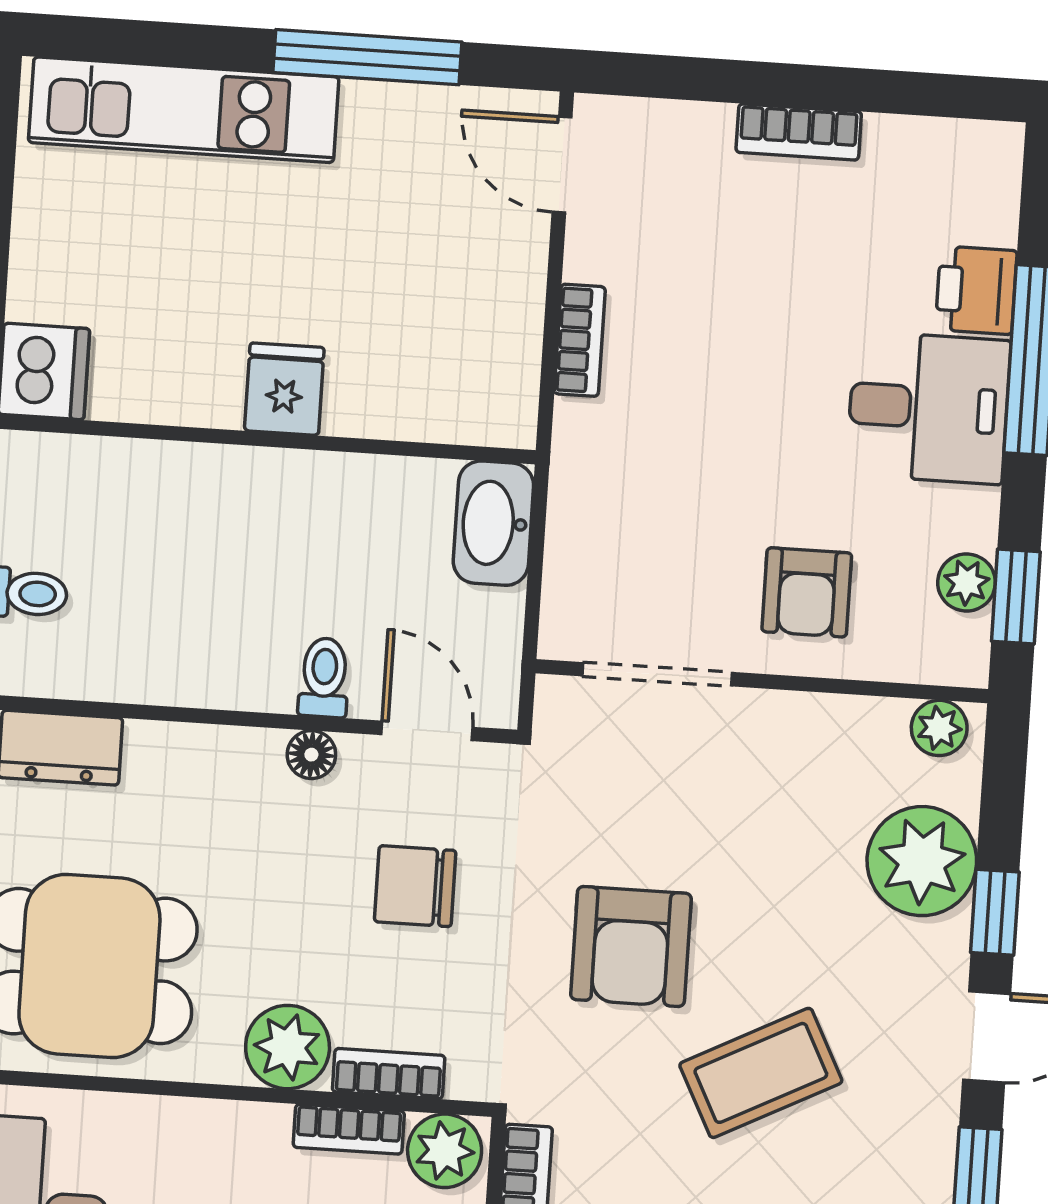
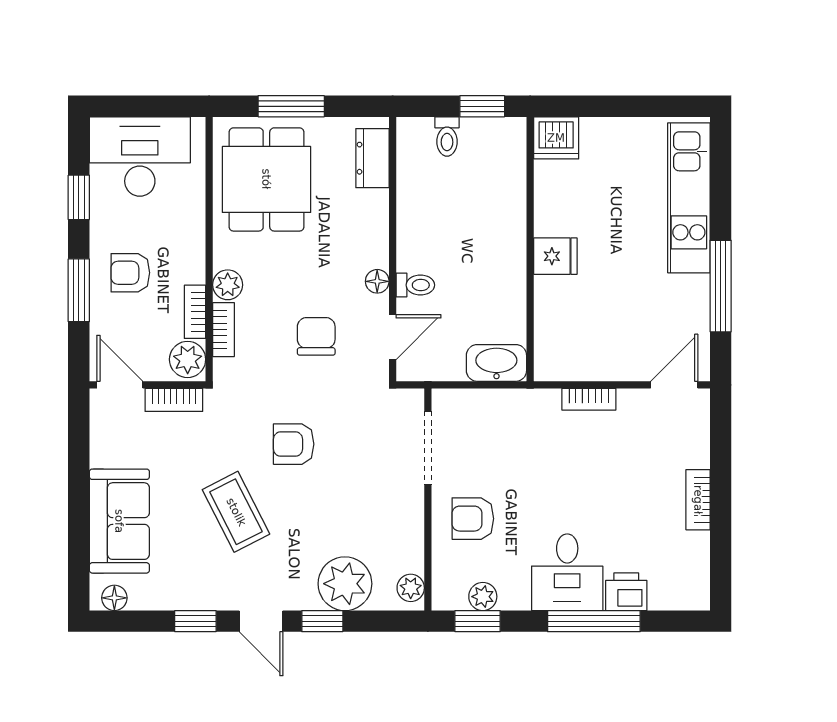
armchair: (631, 947) -> (294, 444), width x0.72, depth x0.72
plant: (288, 1047) -> (228, 285), width x0.73, depth x0.73

